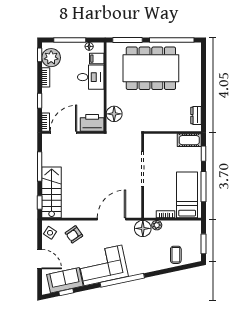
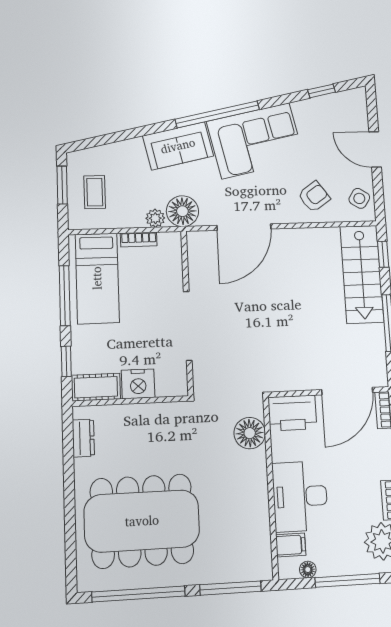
dining table: (151, 68) -> (142, 521), moved
desk: (91, 77) -> (300, 496), width x1.37
nightstand: (168, 141) -> (138, 384), added
coffee table: (176, 255) -> (95, 192), moved
sofa: (65, 280) -> (178, 146), moved

